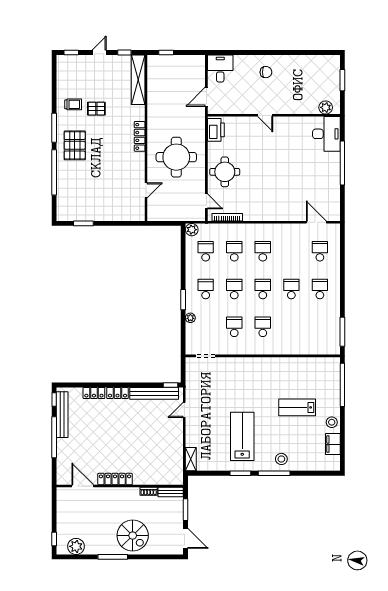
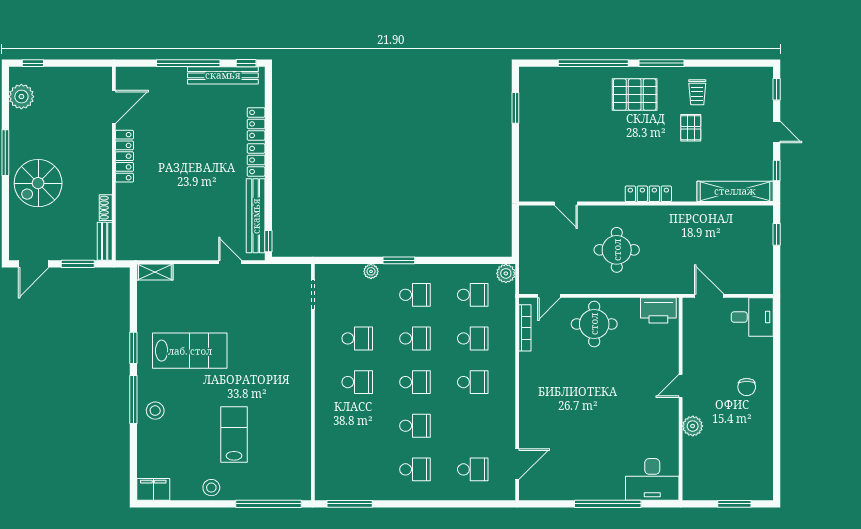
plant: (326, 107) -> (693, 426), moved
round table: (176, 157) -> (617, 250), width x0.73, depth x0.73
filing cabinet: (333, 444) -> (153, 489), moved

